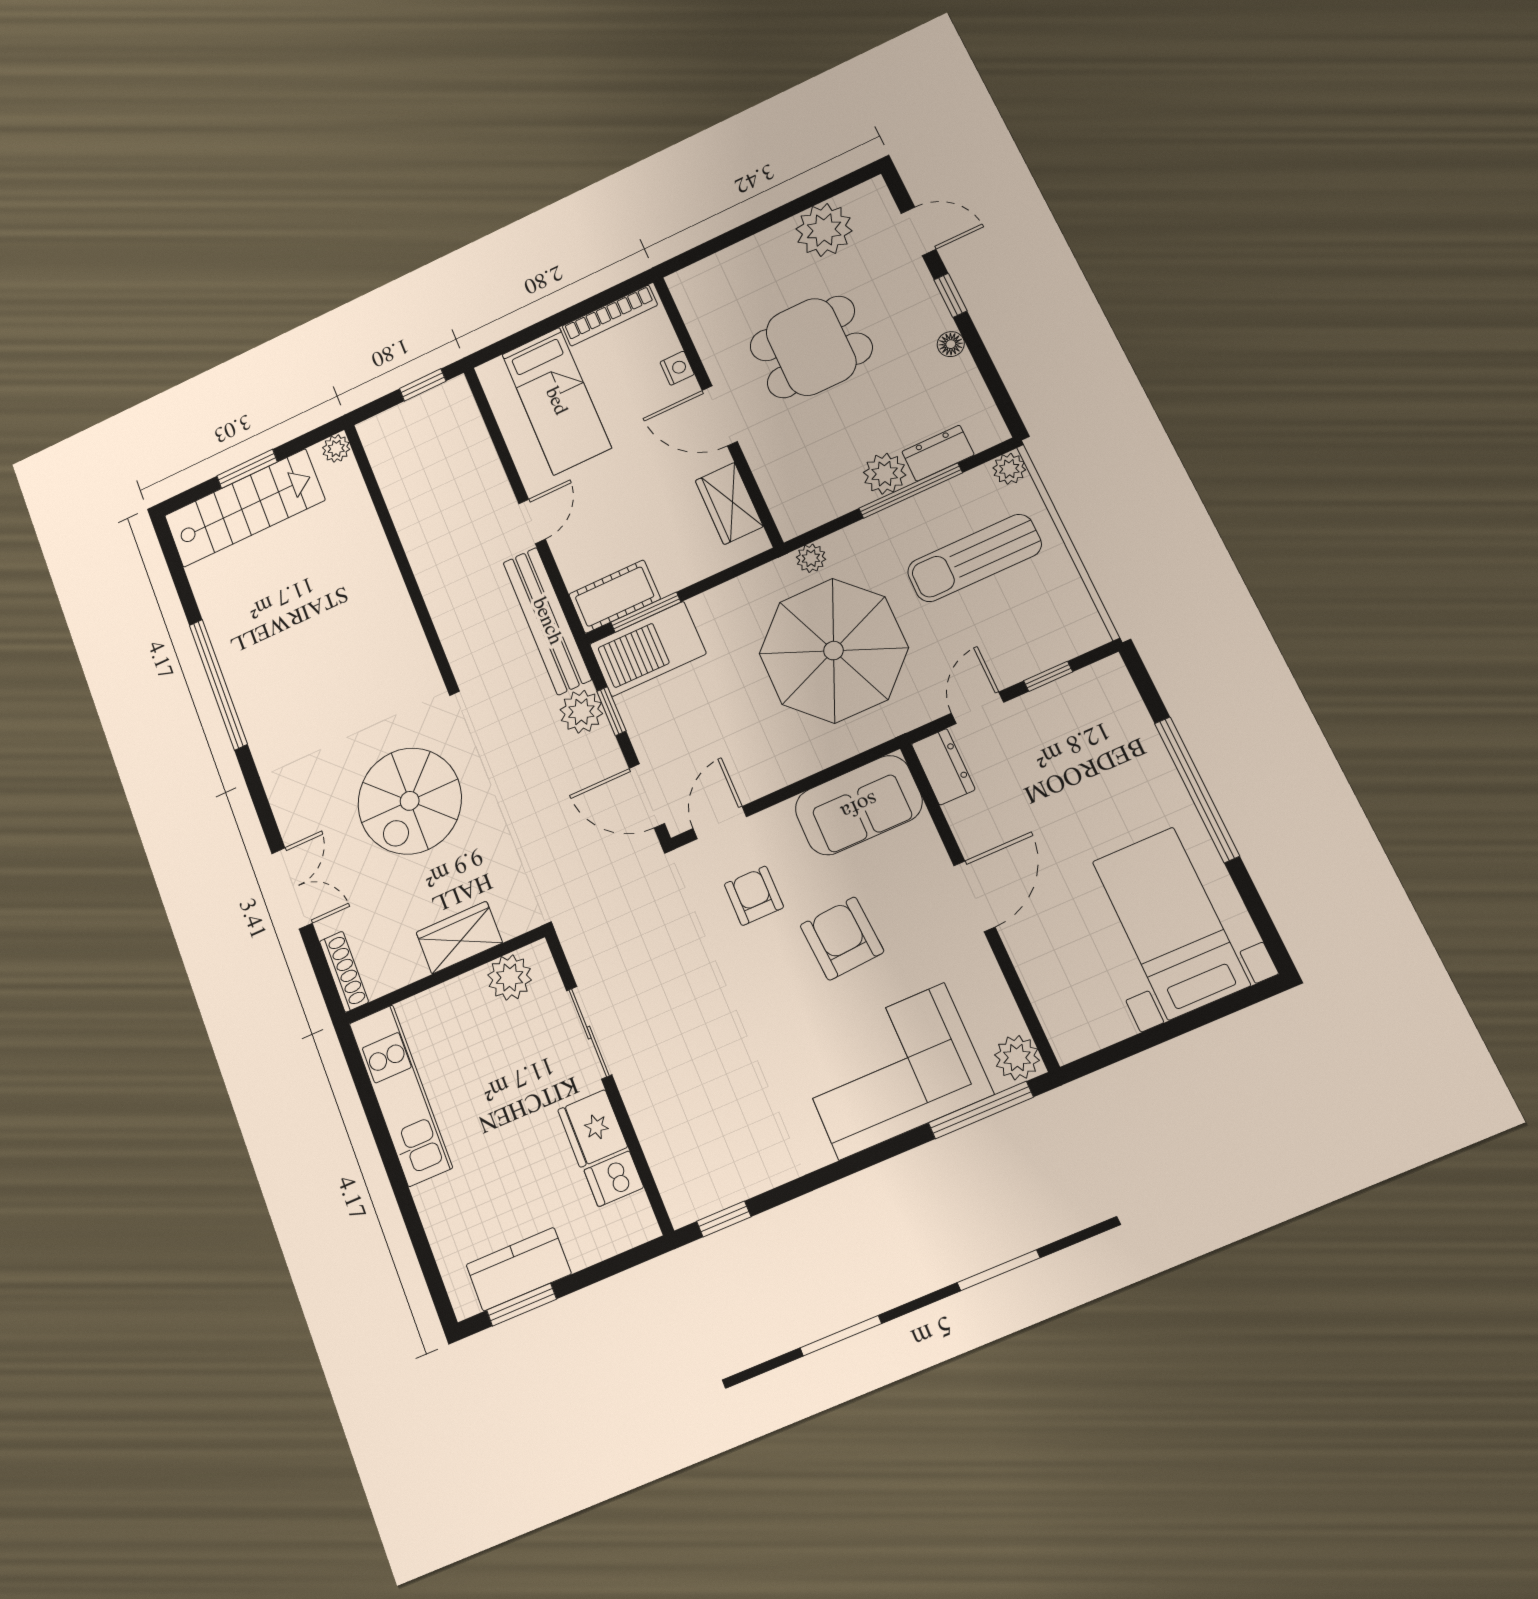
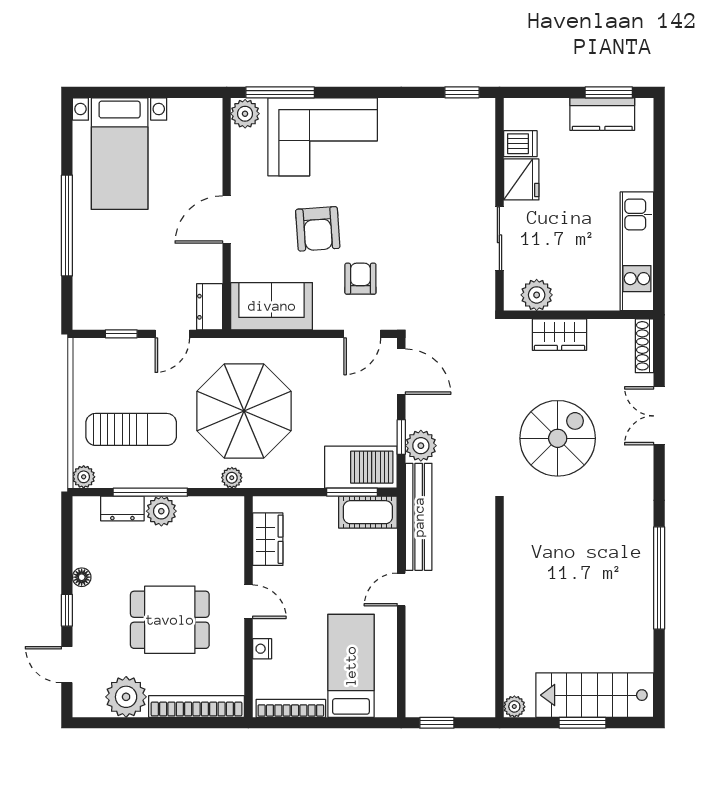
bookcase: (729, 262) -> (196, 706), added
door: (720, 416) -> (248, 602), width x0.73
armchair: (754, 896) -> (360, 279), turned 180

